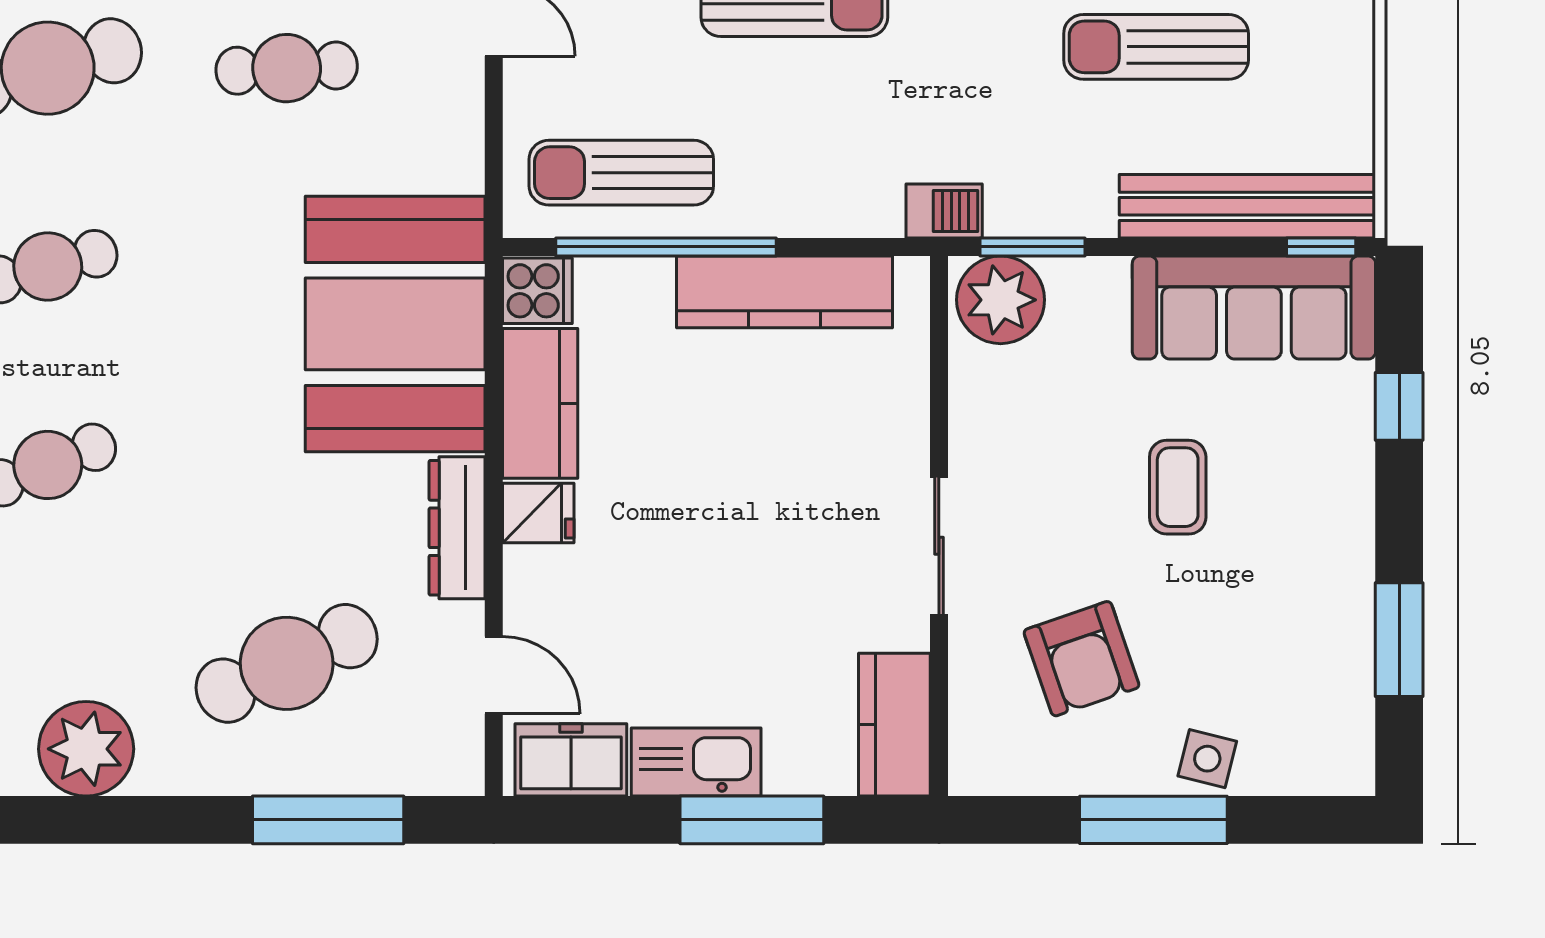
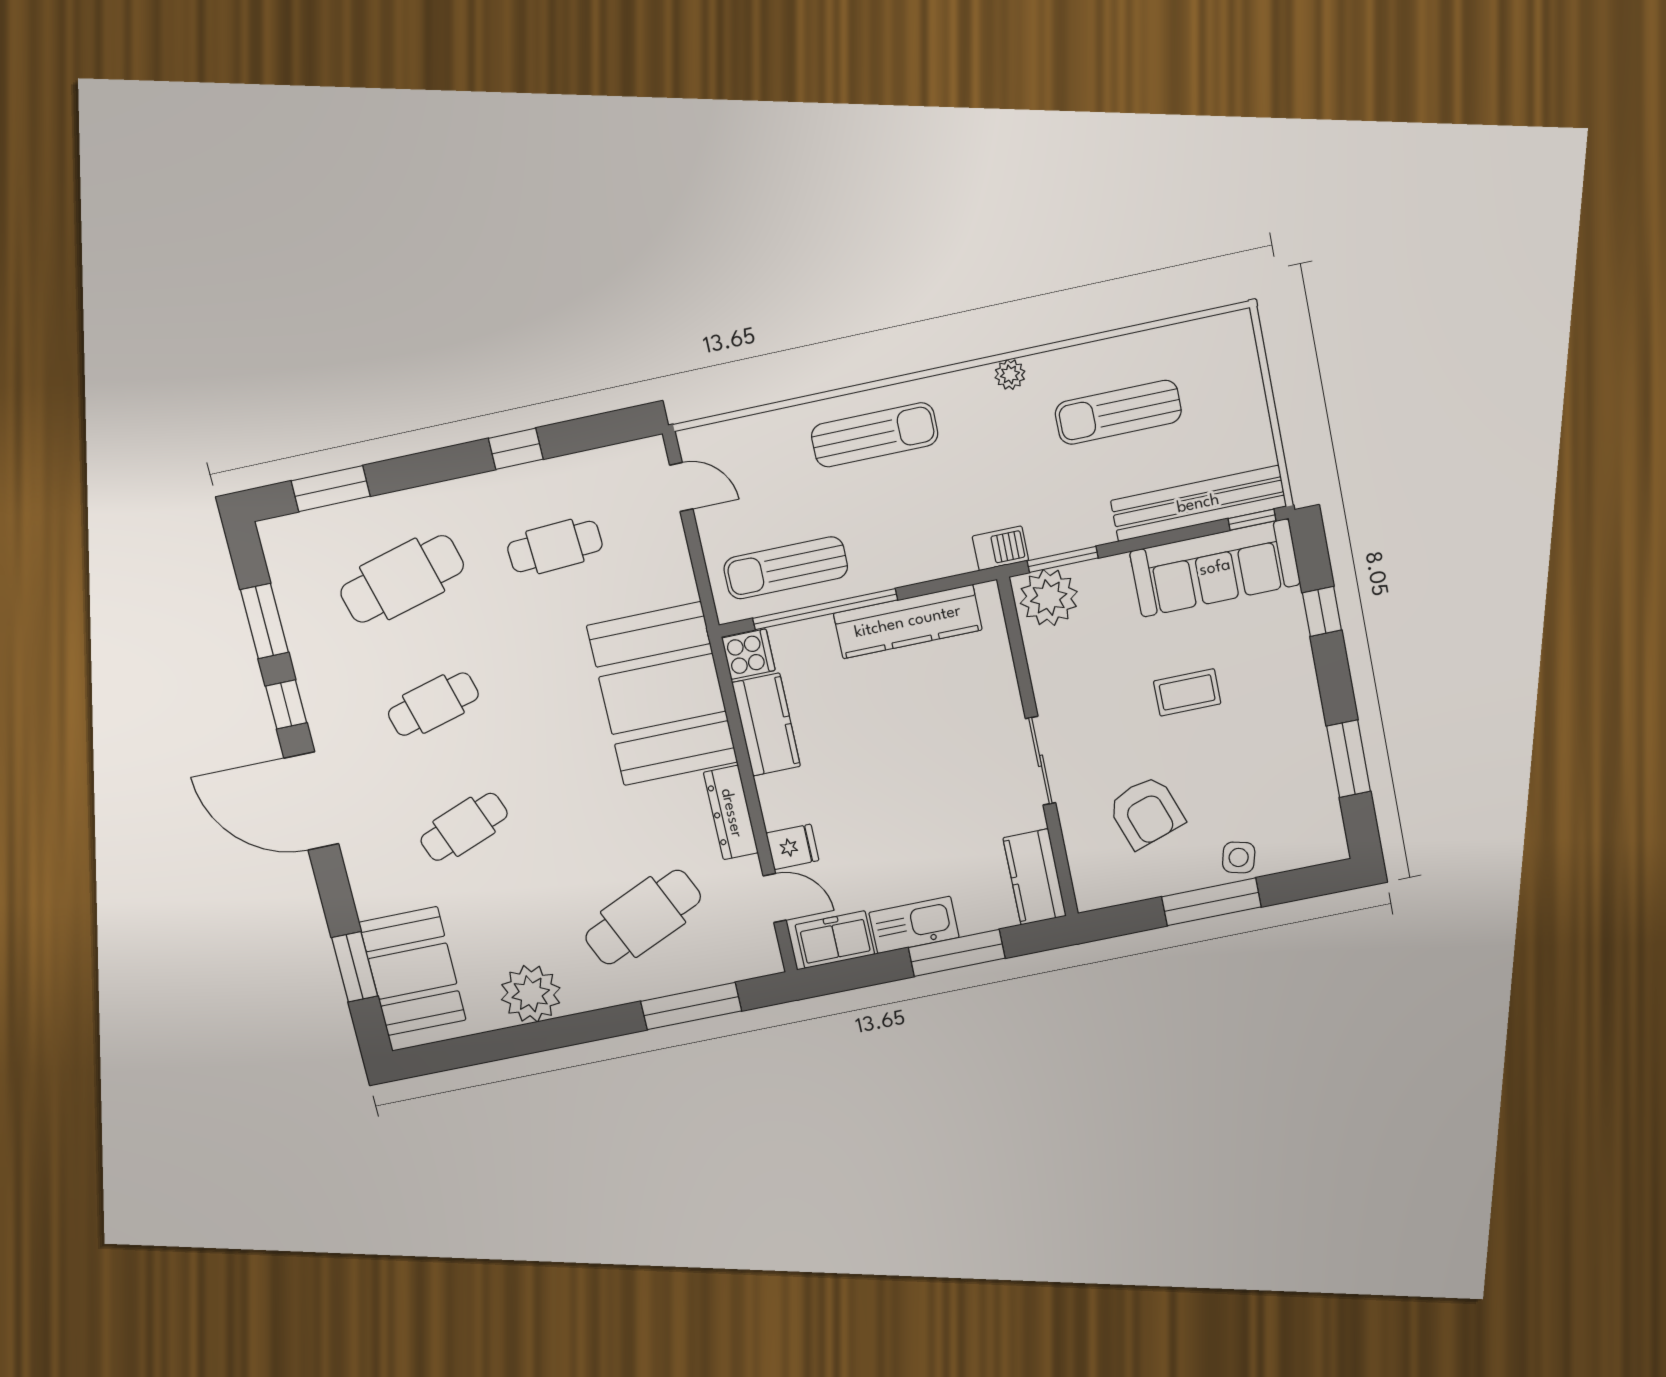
coffee table: (1178, 487) -> (1187, 692), turned 90
fridge: (538, 513) -> (792, 847), moved

